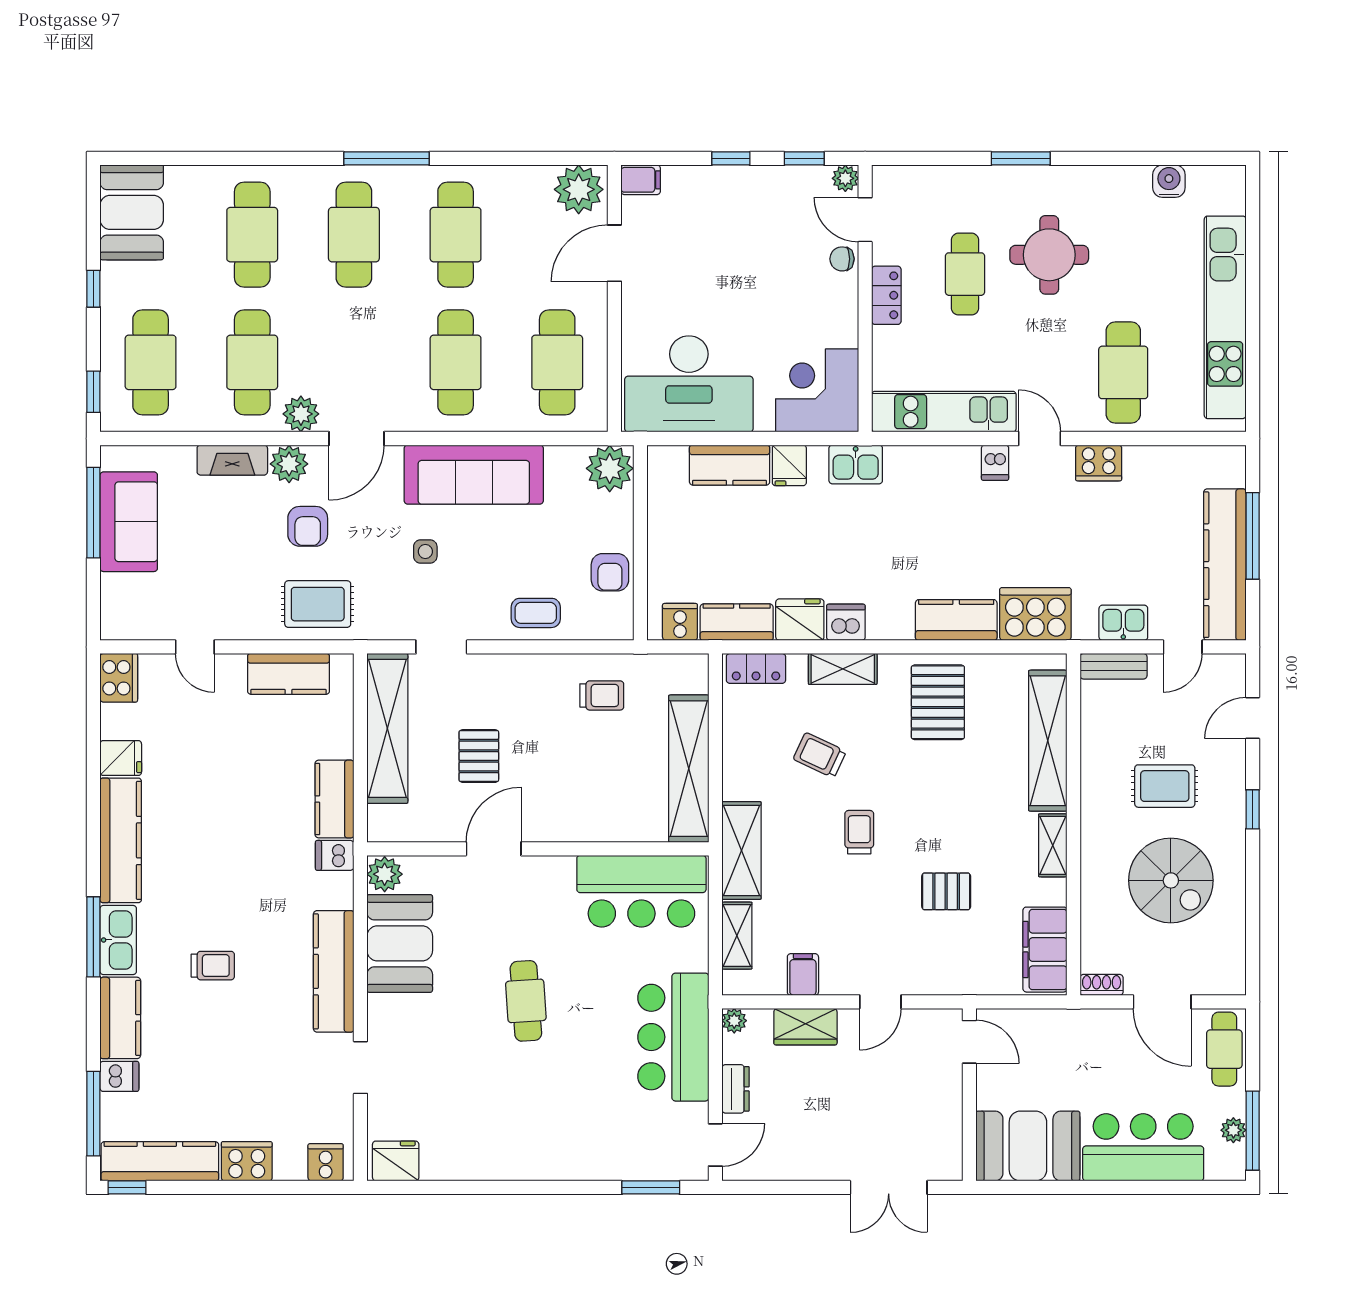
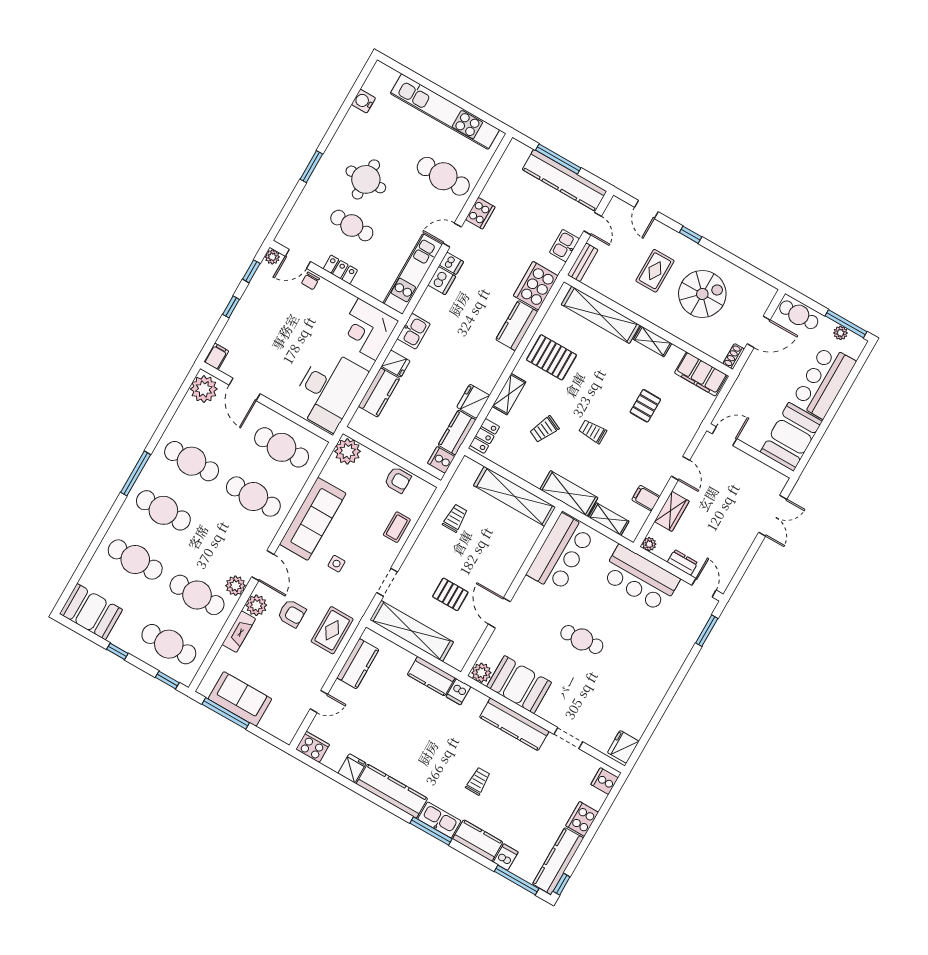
dishwasher: (846, 622) -> (442, 281), moved, turned 180

